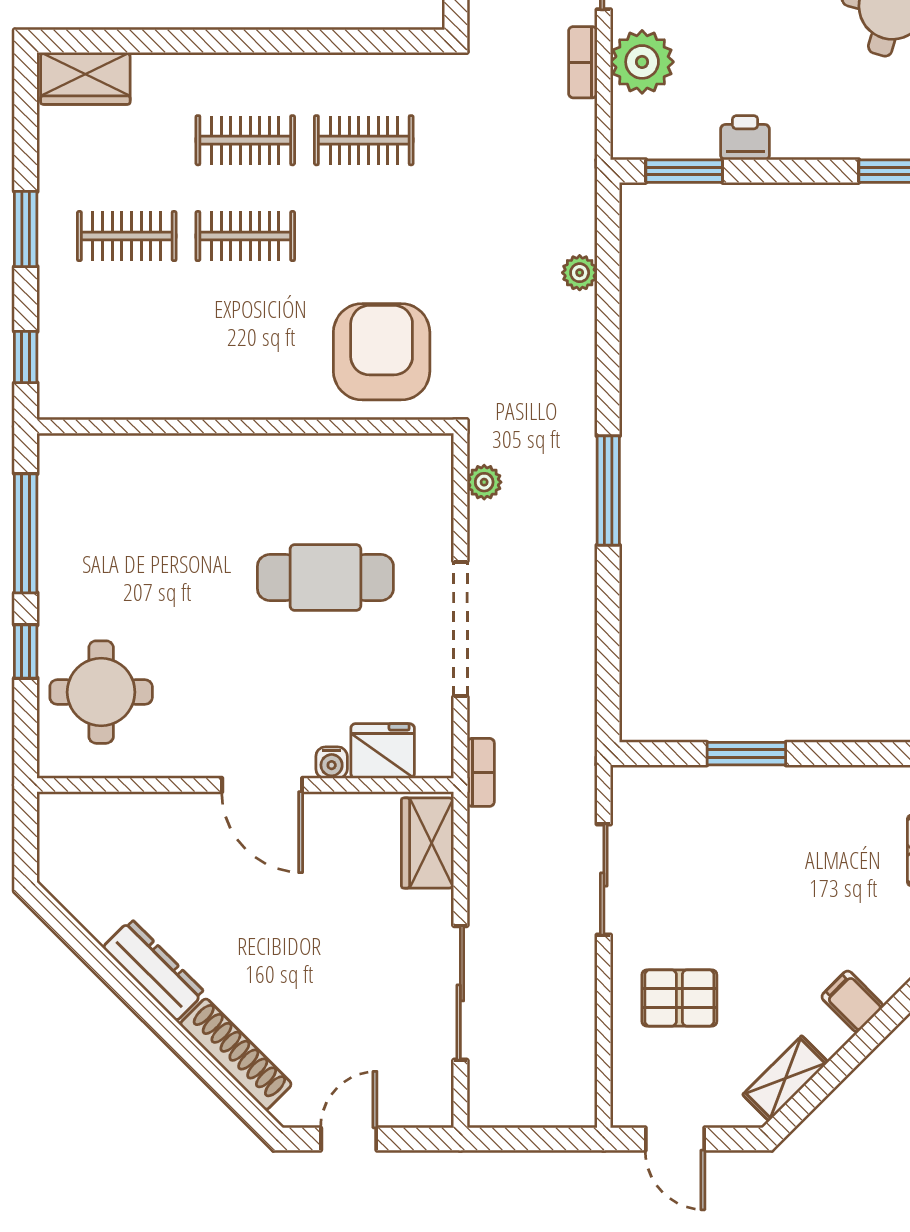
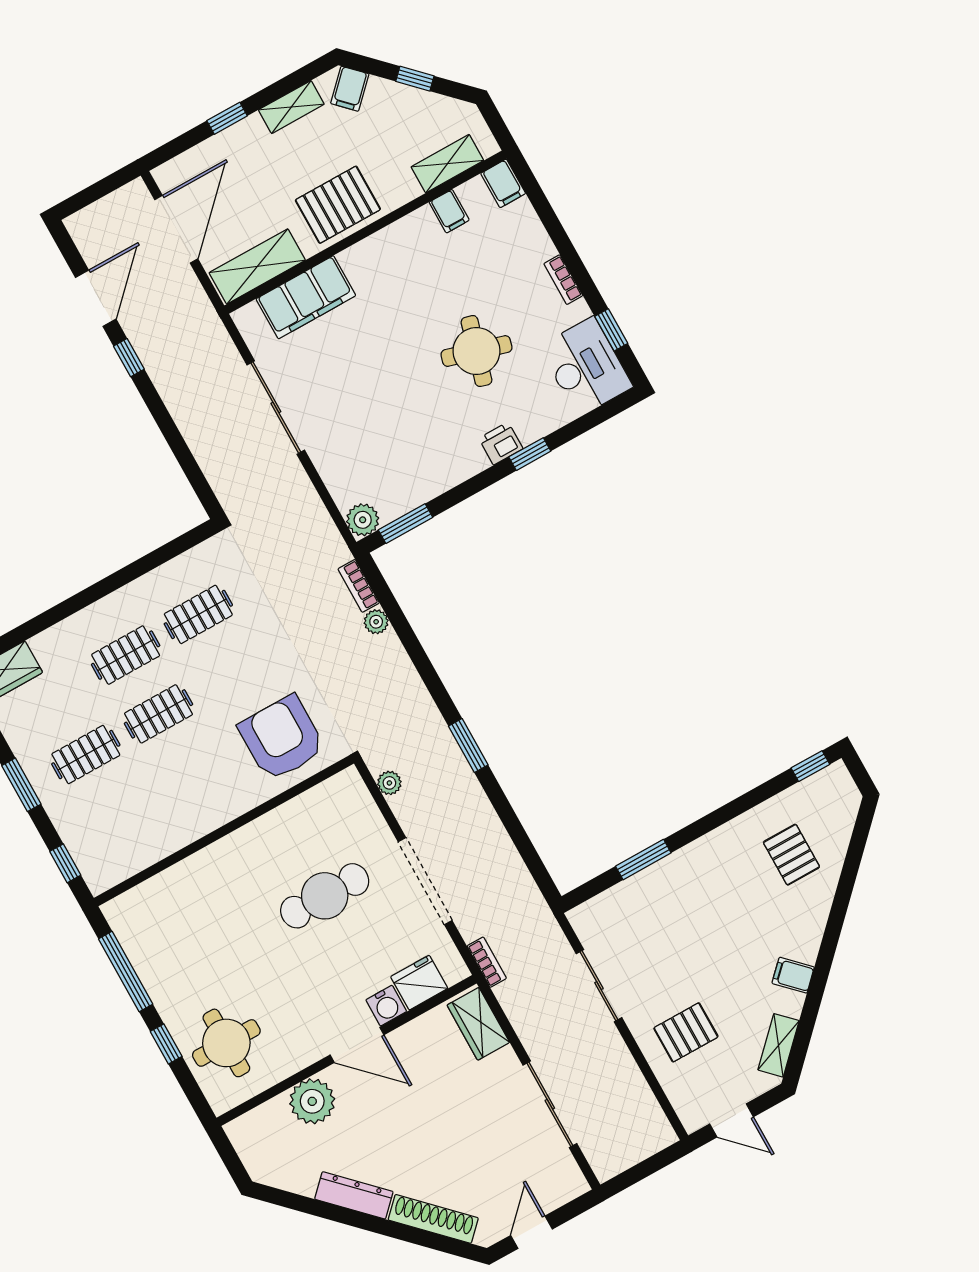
bookcase: (583, 62) -> (359, 586), moved
plant: (642, 62) -> (363, 520), moved, width x0.73, depth x0.73
printer: (745, 138) -> (501, 443), moved
window: (608, 490) -> (468, 746), width x0.69
water cooler: (332, 763) -> (386, 1006), width x1.38, depth x1.38
plant: (167, 824) -> (312, 1101), added

